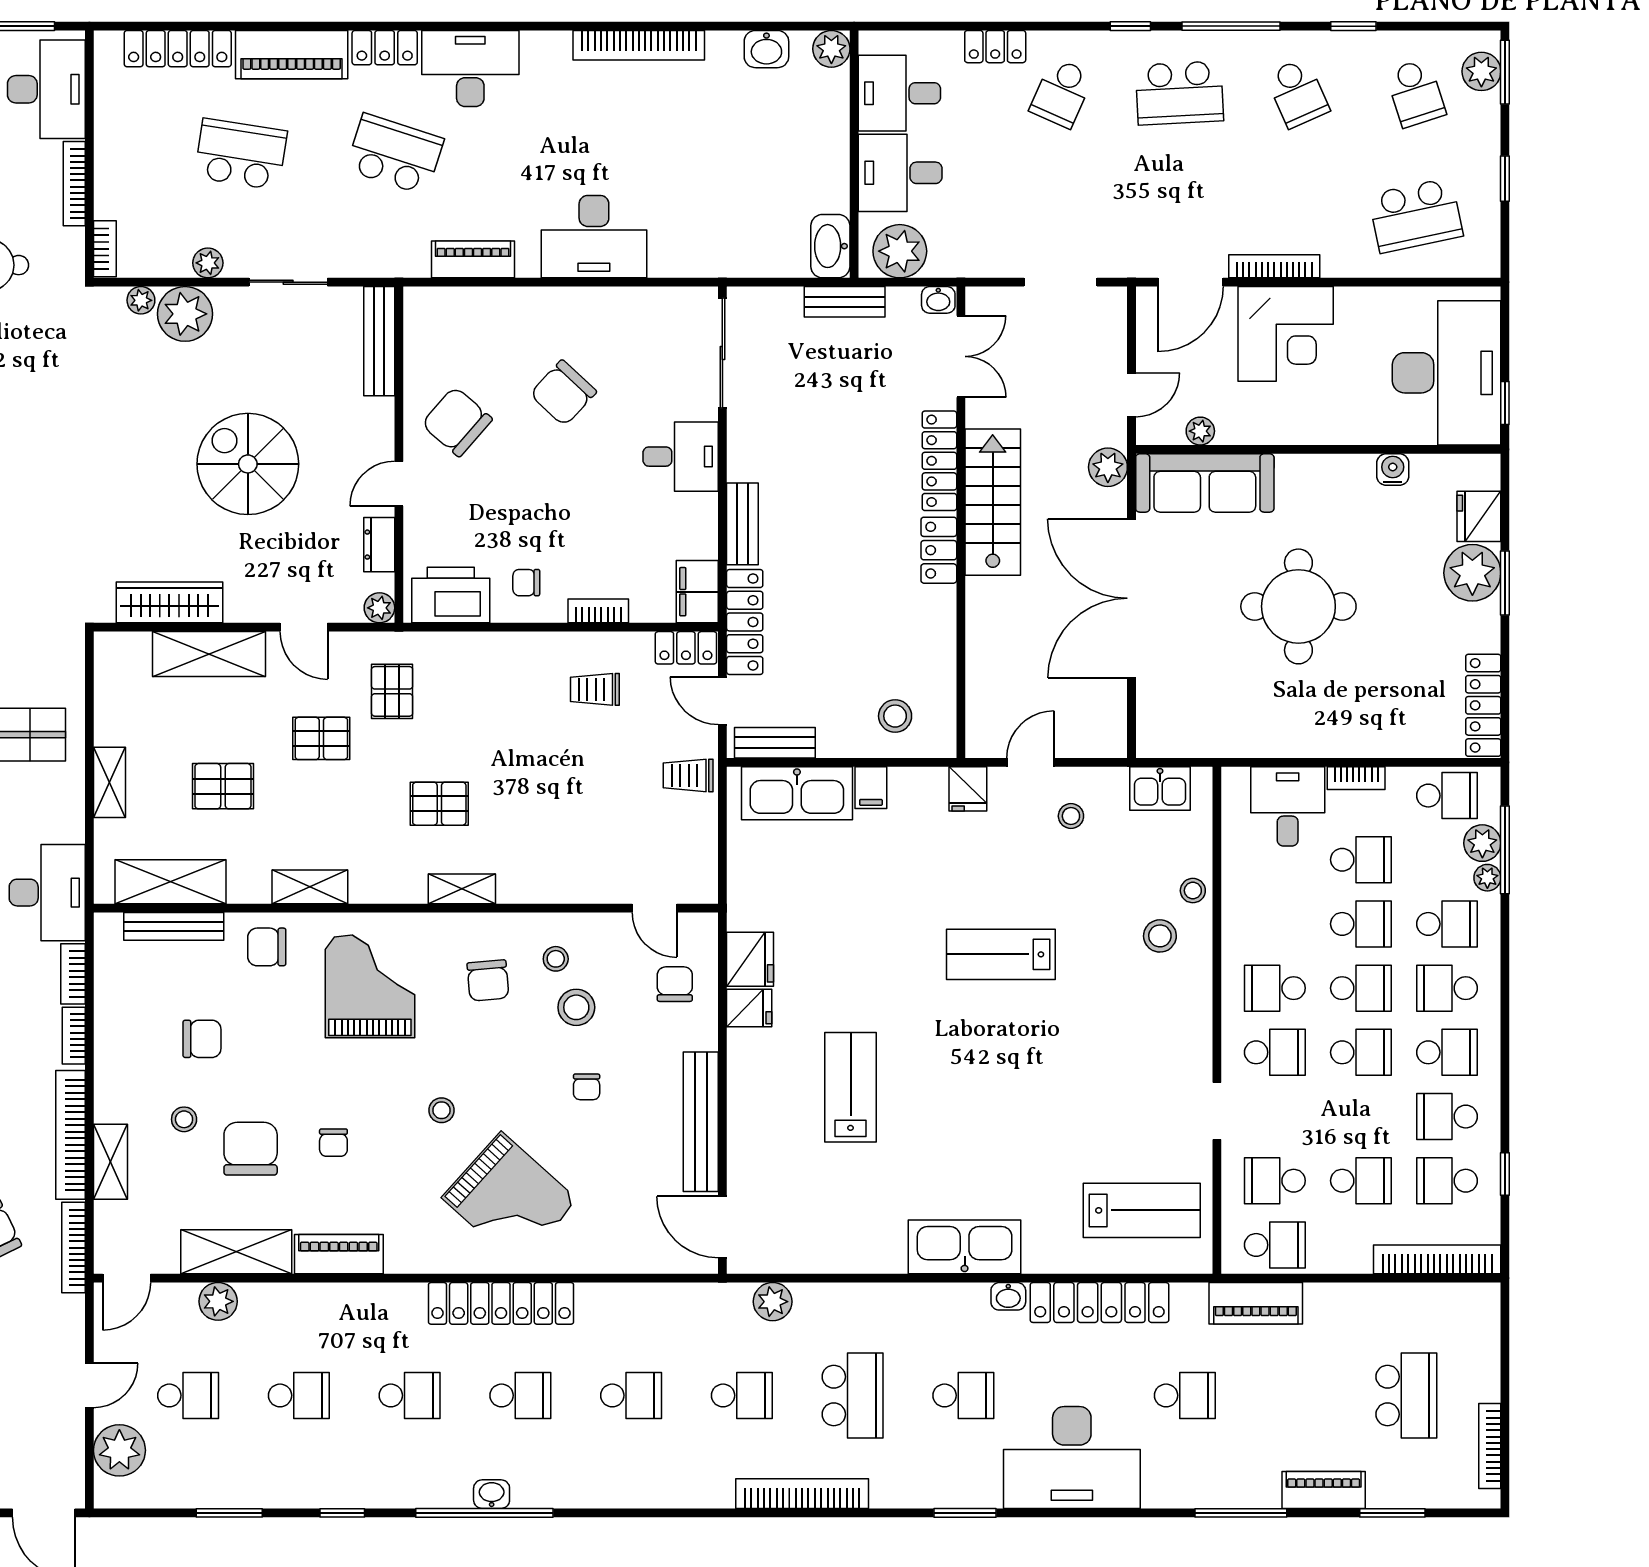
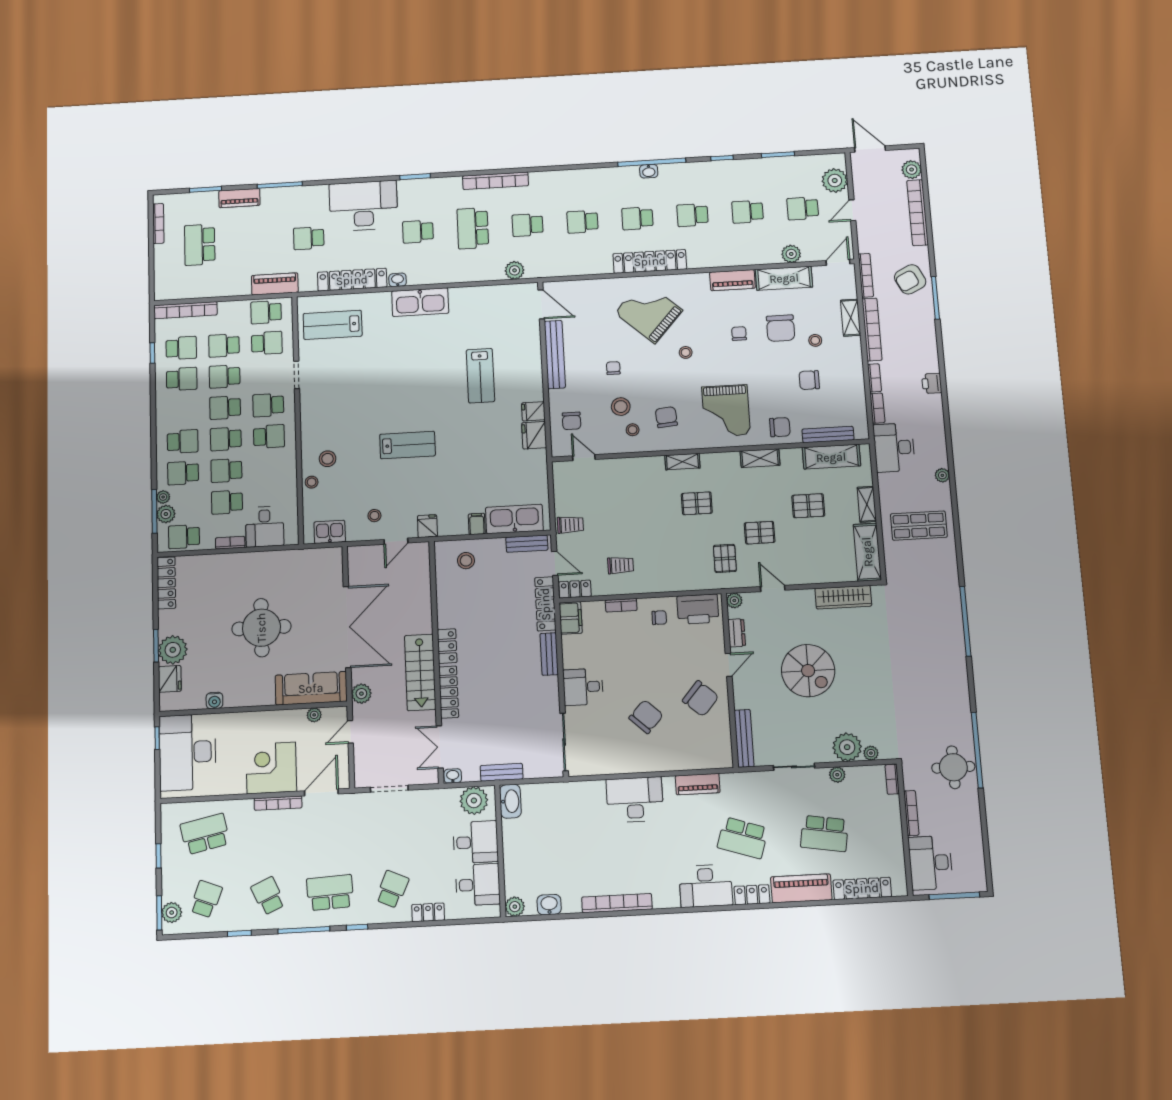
school desk: (1416, 93) -> (206, 899), turned 39
shelving: (209, 654) -> (867, 552), moved, turned 90
school desk: (1447, 1052) -> (225, 376), moved

